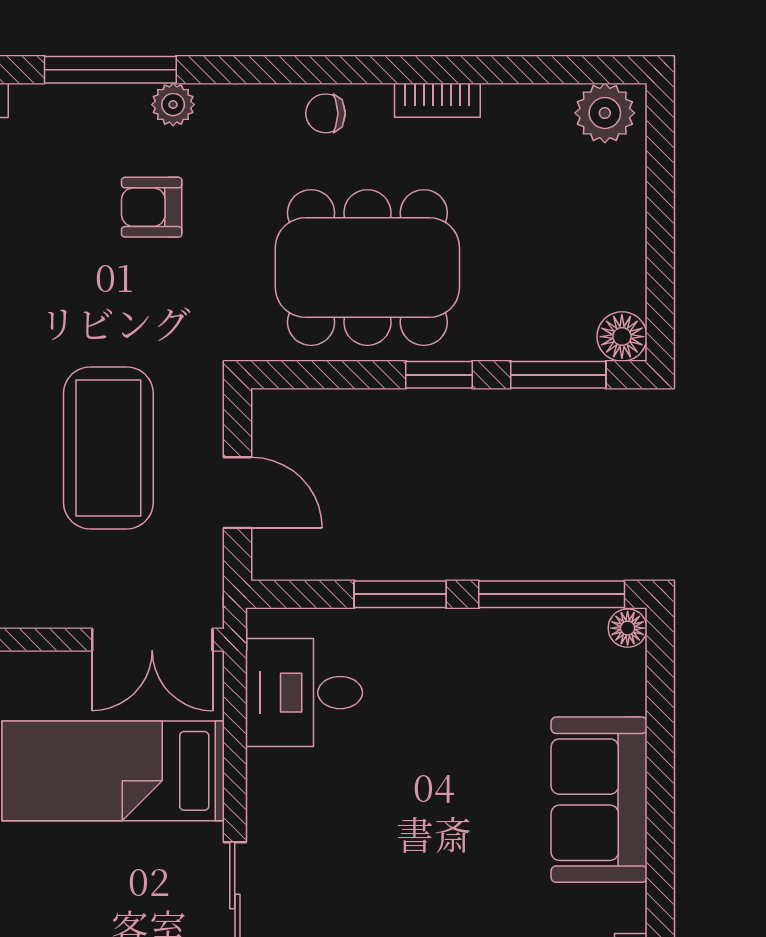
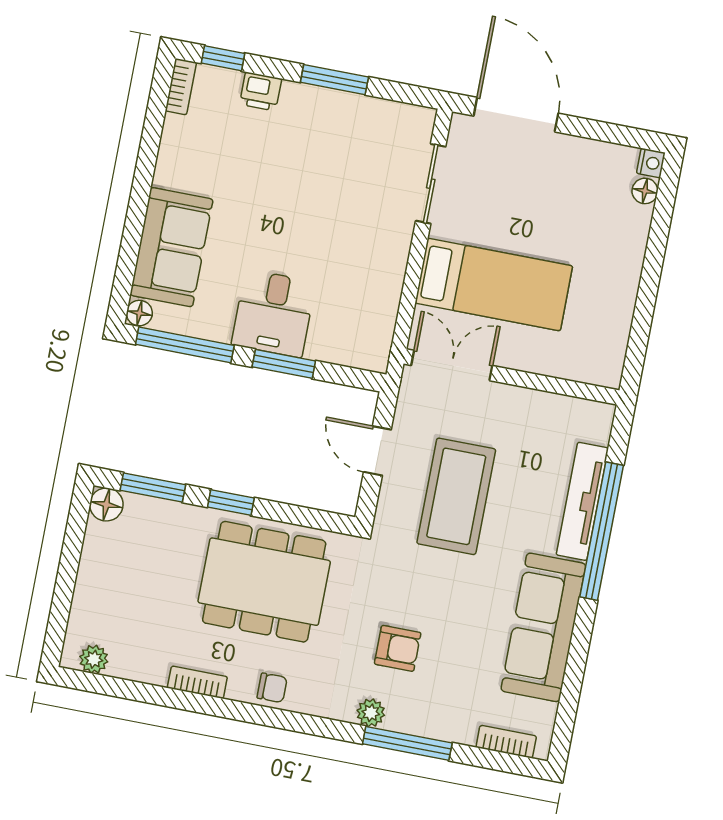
plant: (605, 113) -> (94, 659), width x0.73, depth x0.73
desk: (304, 693) -> (274, 313), moved, turned 90
sofa: (599, 800) -> (171, 247), moved

